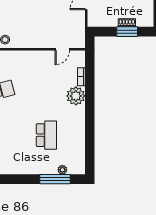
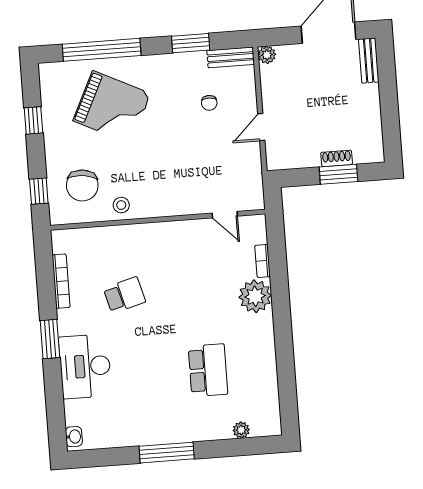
door: (62, 49) -> (225, 215), hinge flipped
window: (55, 179) -> (167, 453), moved

